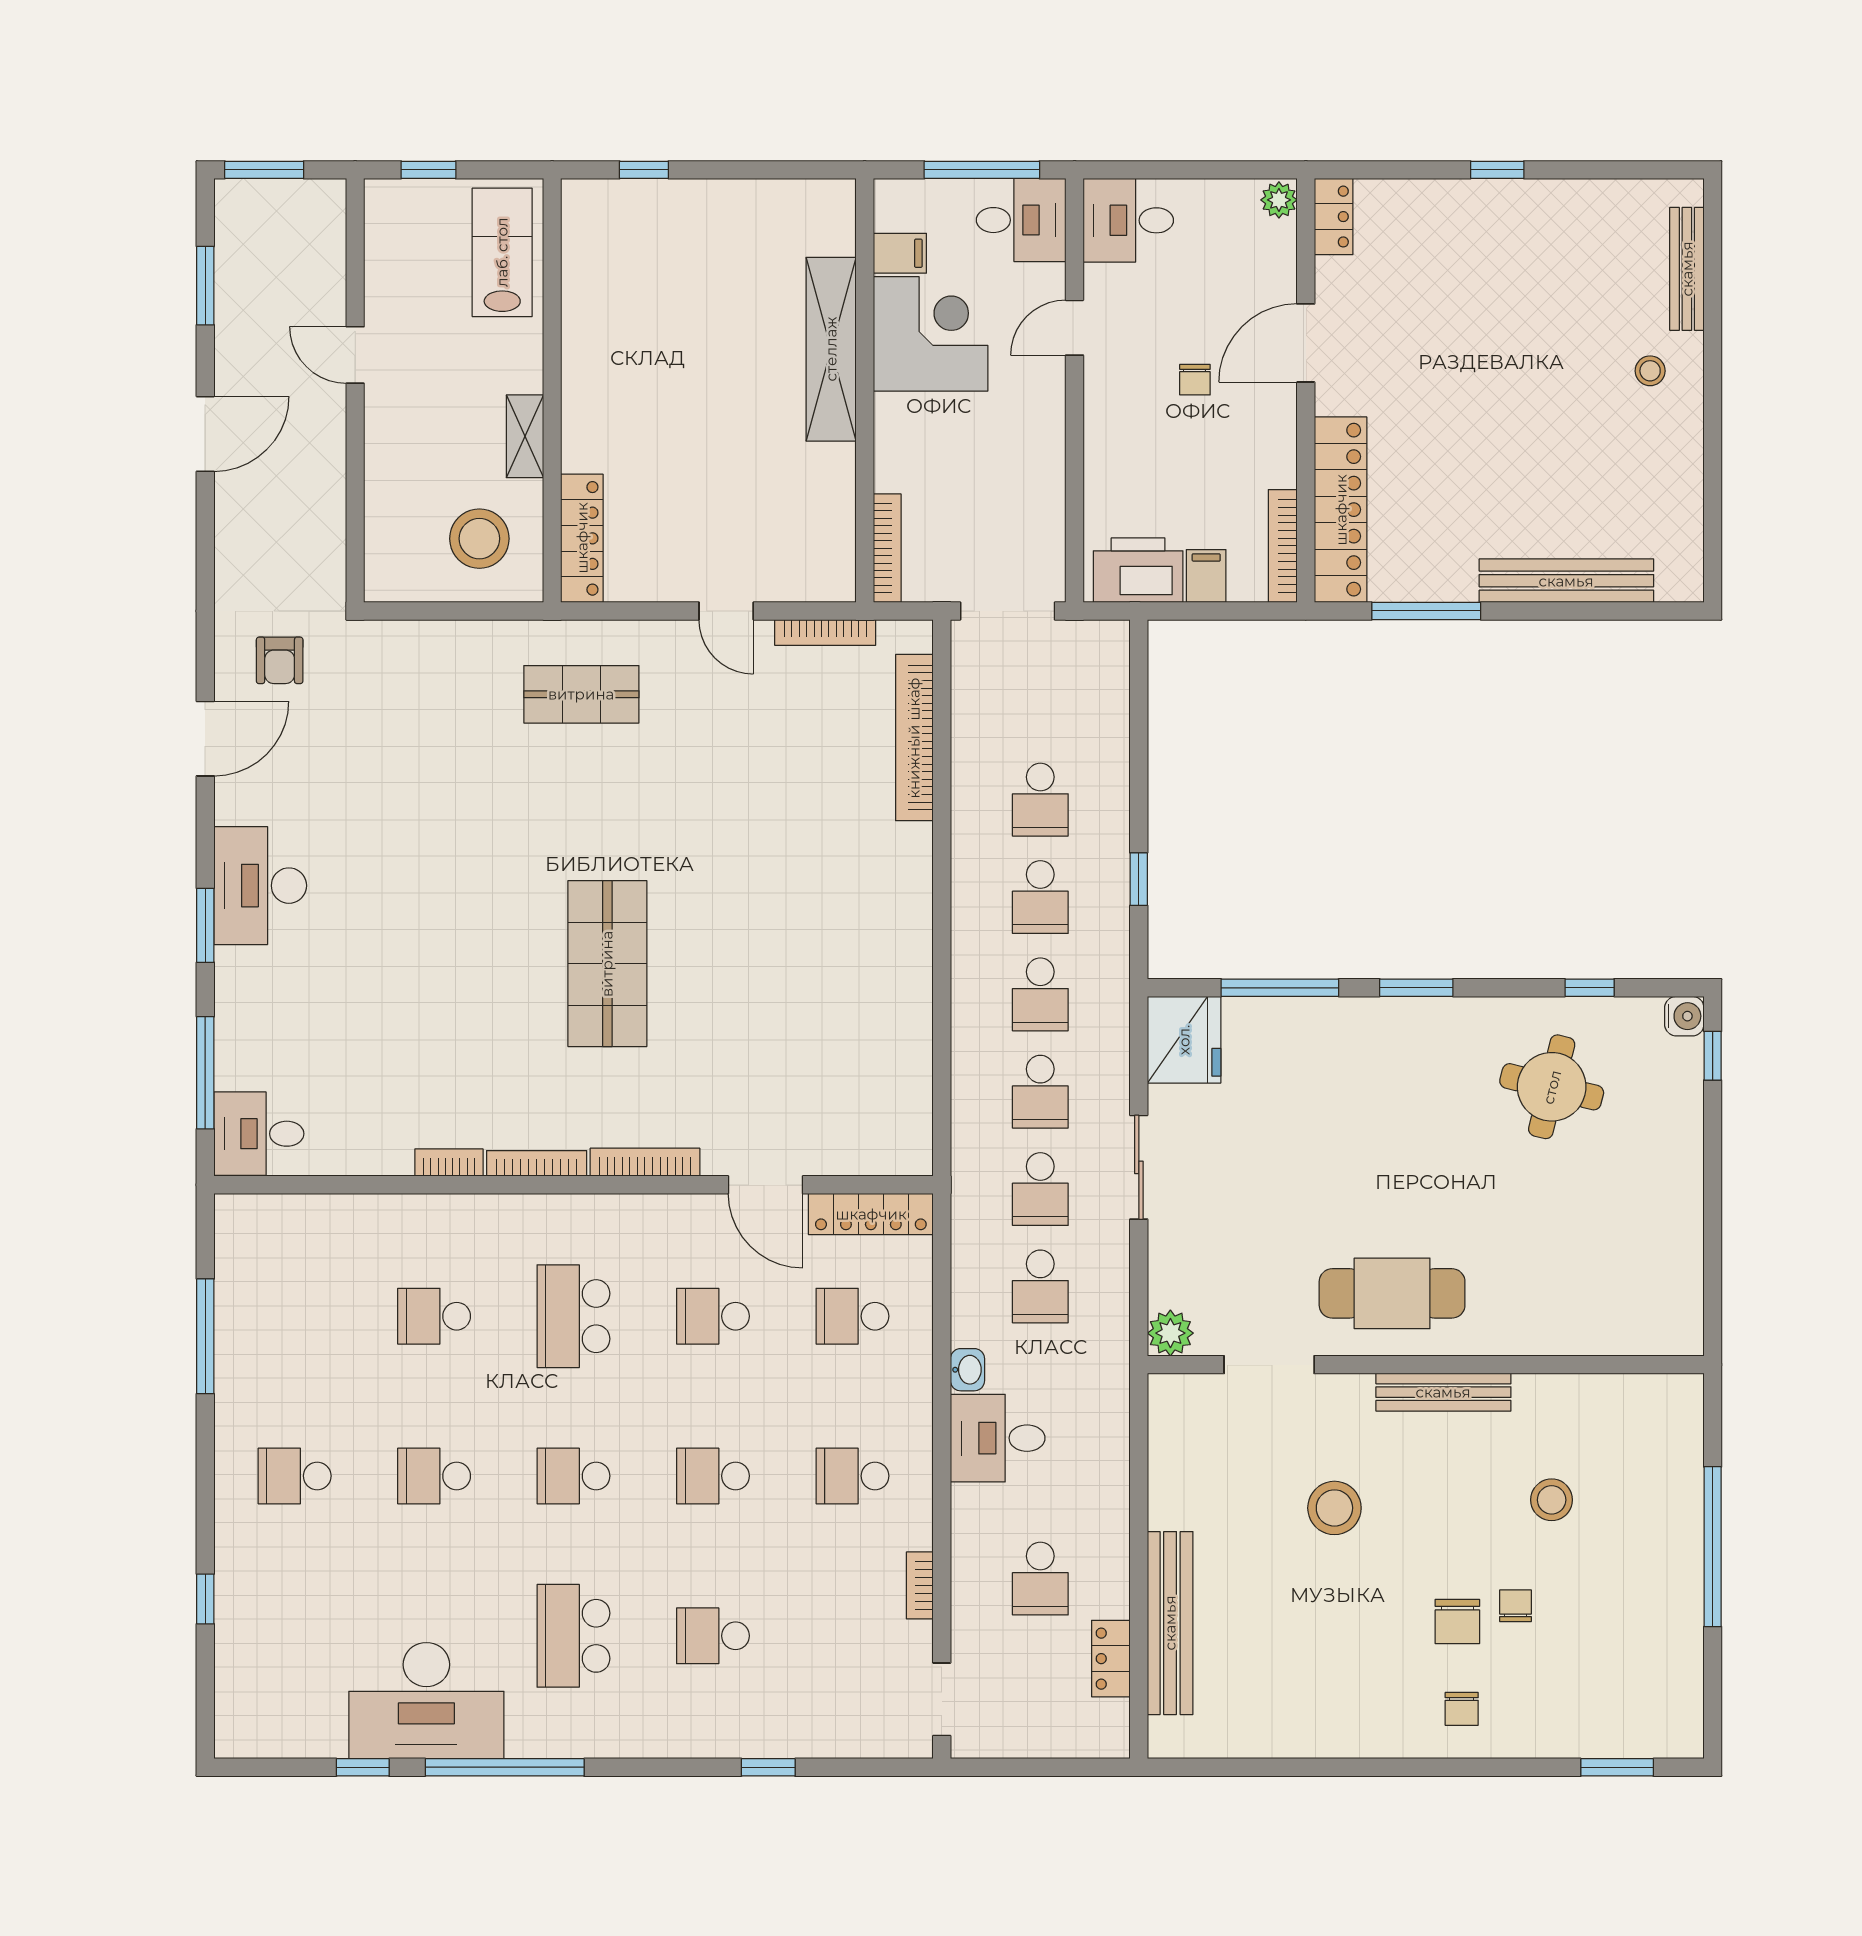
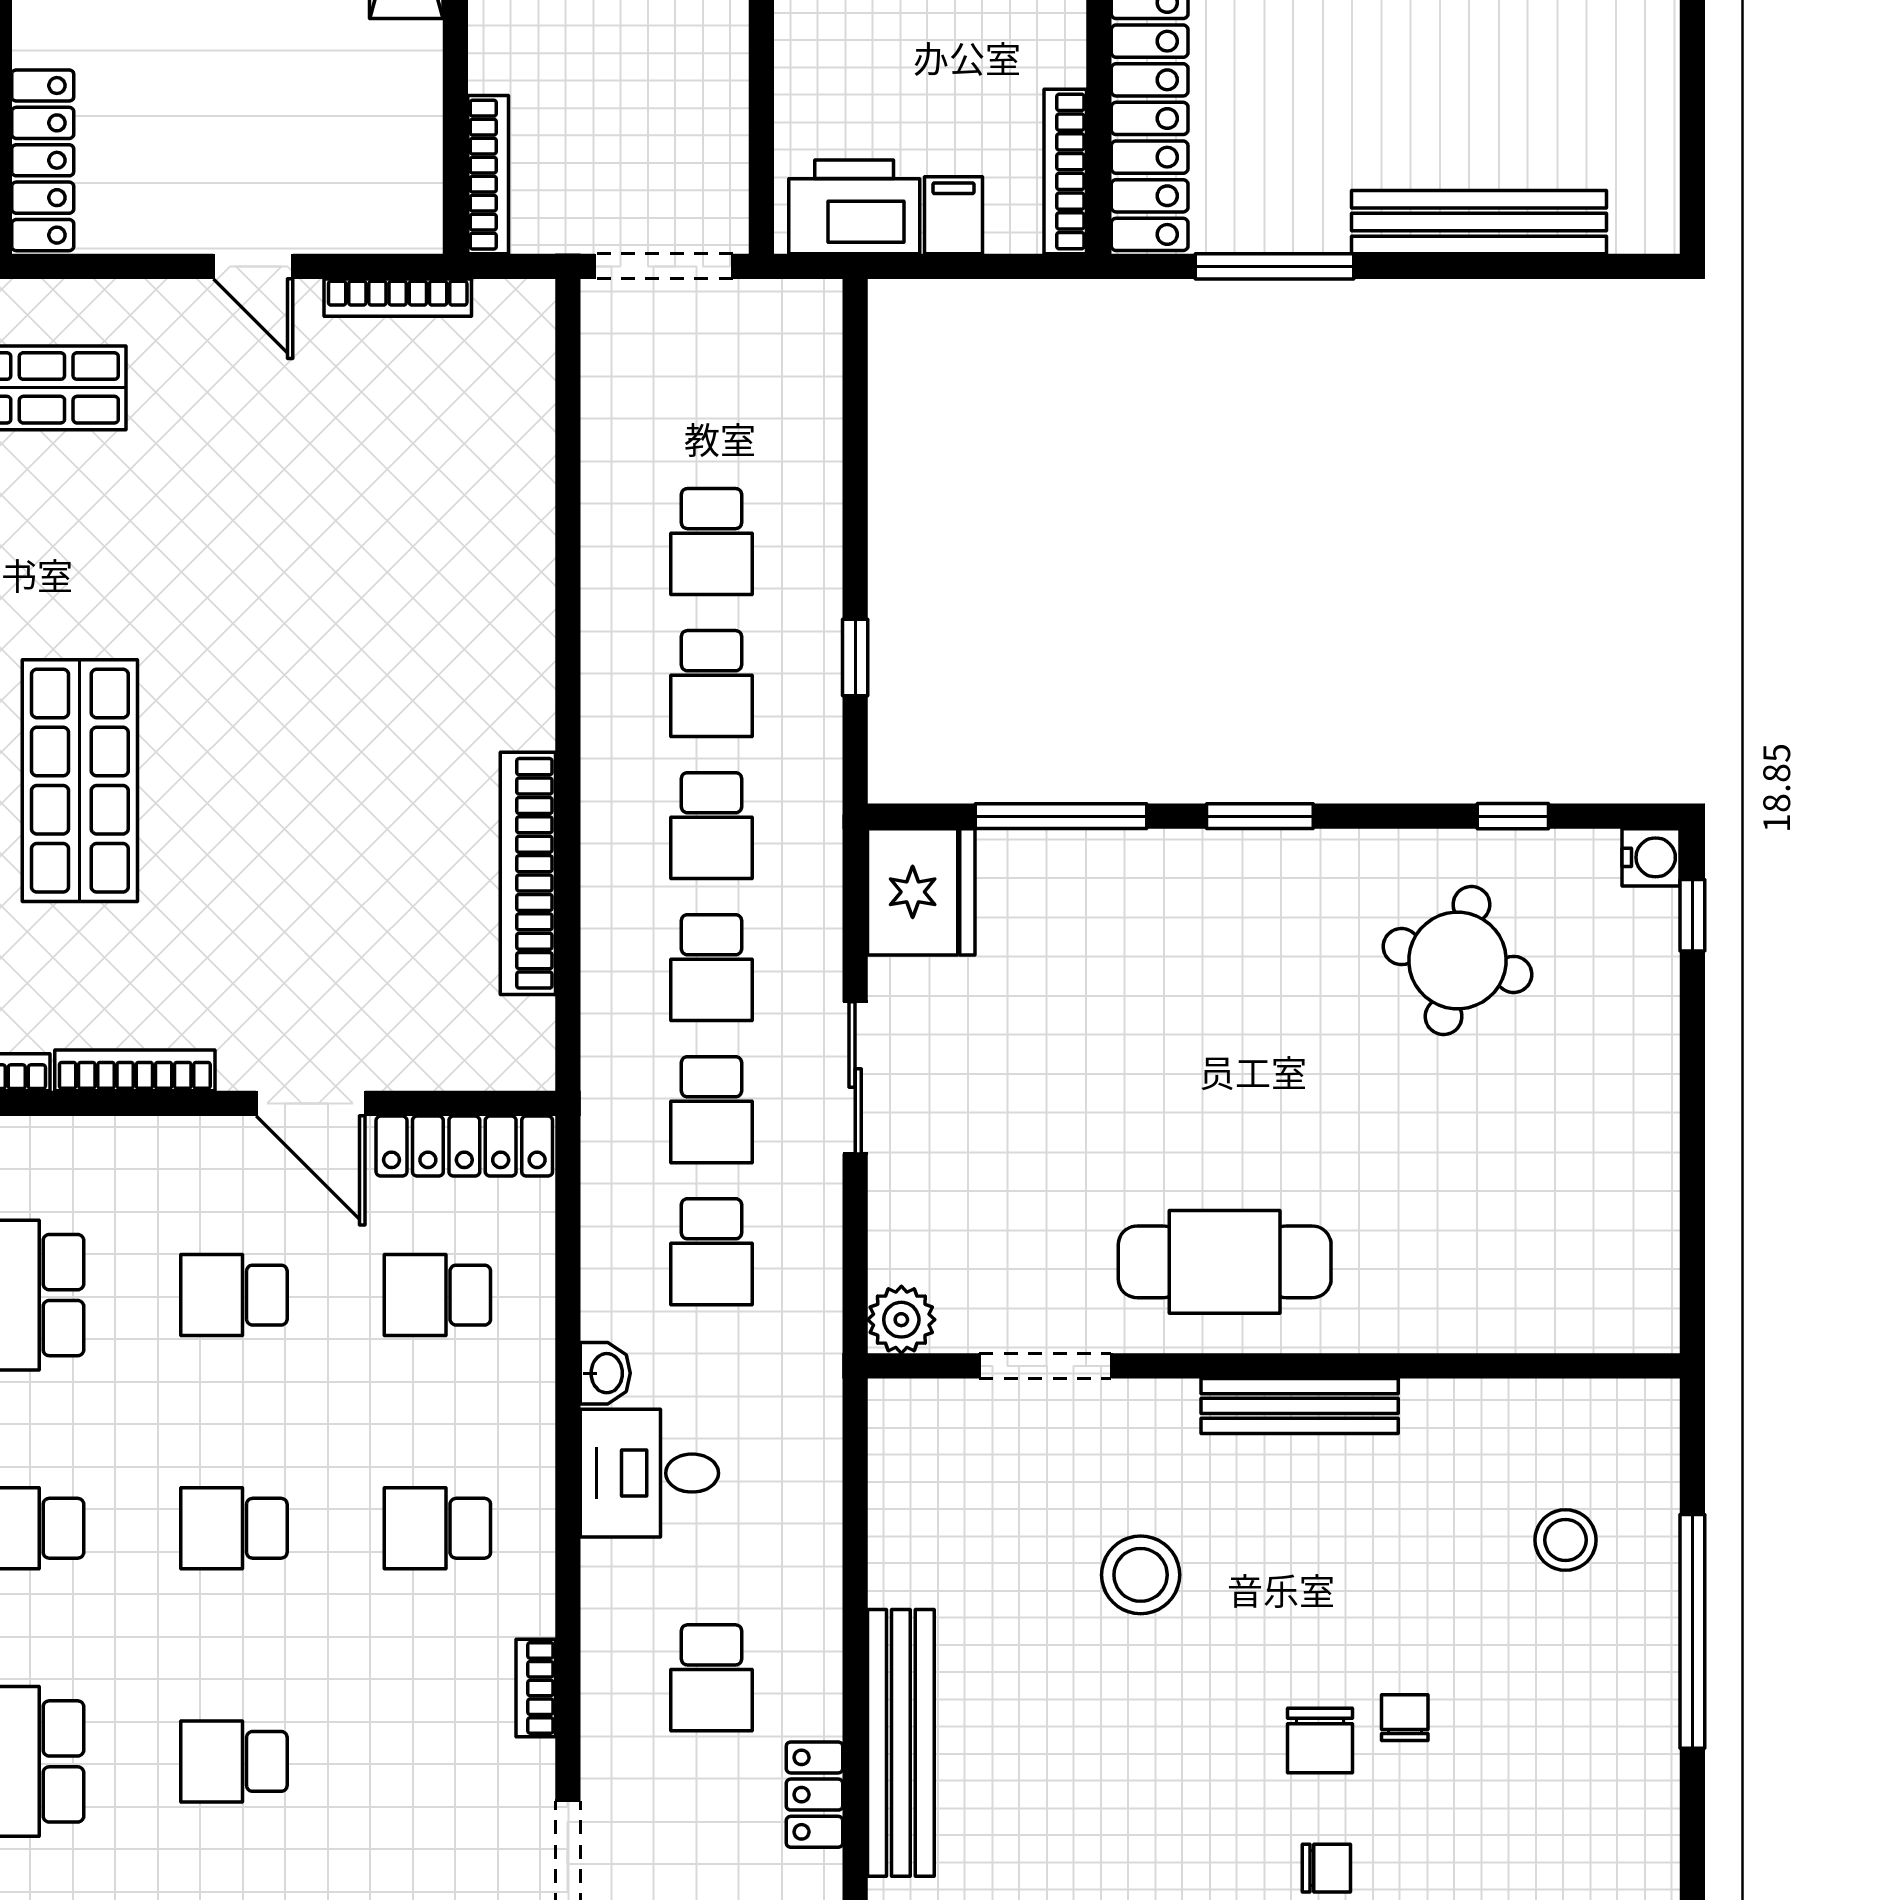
bookcase: (914, 738) -> (528, 873), moved
stool: (1552, 1500) -> (1565, 1540), moved
chair: (1462, 1709) -> (1326, 1868), turned -90

